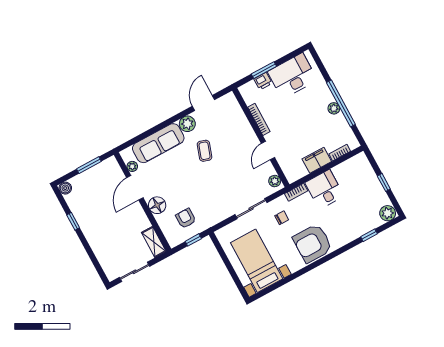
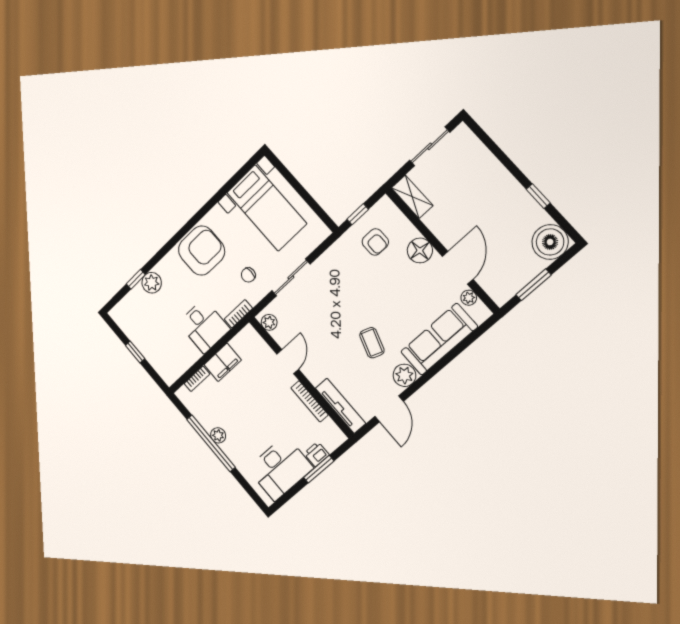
tv unit: (237, 112) -> (340, 406), added
boiler: (65, 188) -> (550, 242), width x1.86, depth x1.86
plant: (388, 213) -> (152, 283), moved

